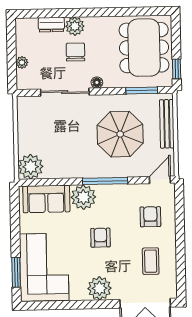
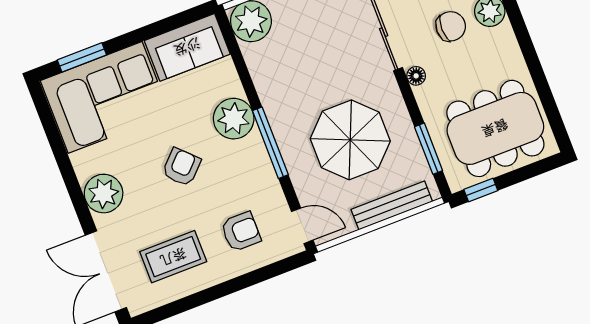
sofa: (46, 199) -> (187, 47), moved, turned -90
armchair: (100, 238) -> (181, 167), turned -45
coffee table: (151, 261) -> (173, 257), width x1.36, depth x1.30

